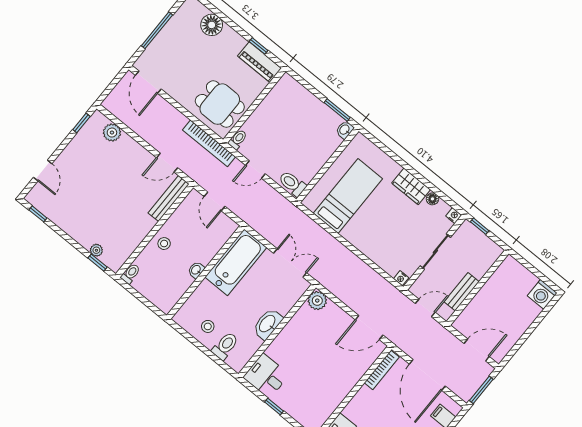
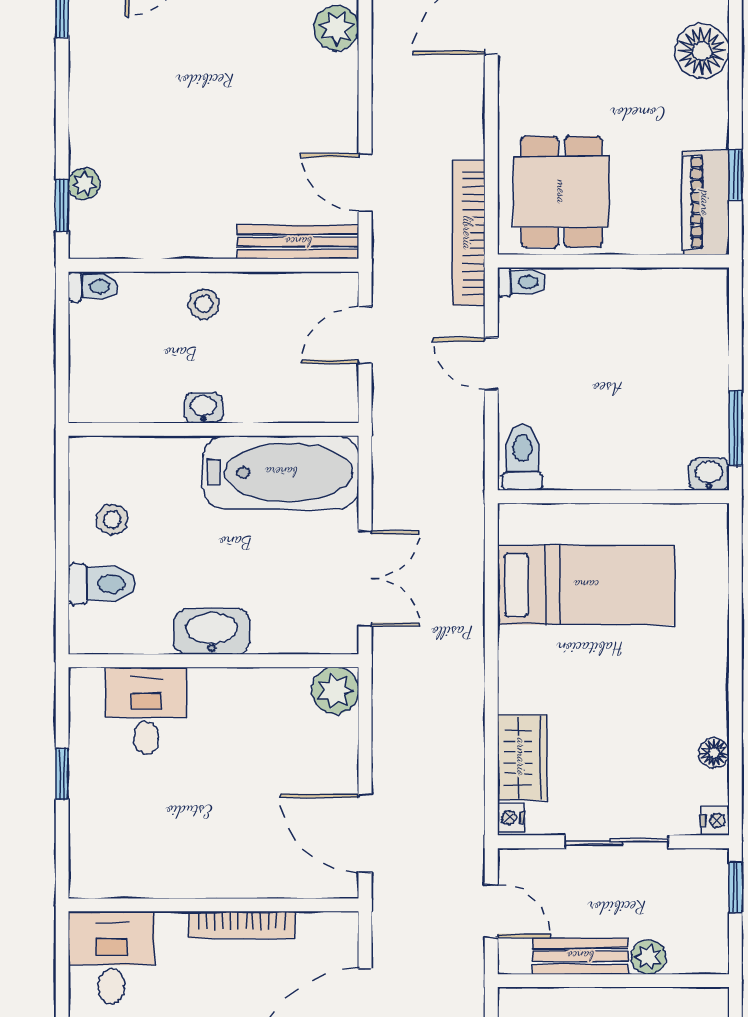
wardrobe: (411, 186) -> (522, 757), moved, turned 180
plant: (479, 271) -> (649, 957), added
bookcase: (382, 370) -> (242, 925), moved
desk: (266, 376) -> (146, 711), moved

